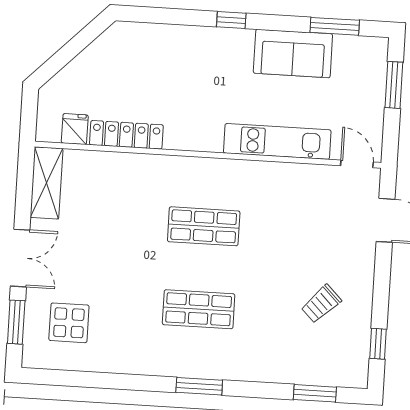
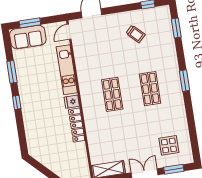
window: (335, 26) -> (12, 72), moved
sofa: (293, 54) -> (28, 37), moved, turned 90
fridge: (75, 129) -> (72, 102), moved
locker: (126, 135) -> (77, 125), moved

